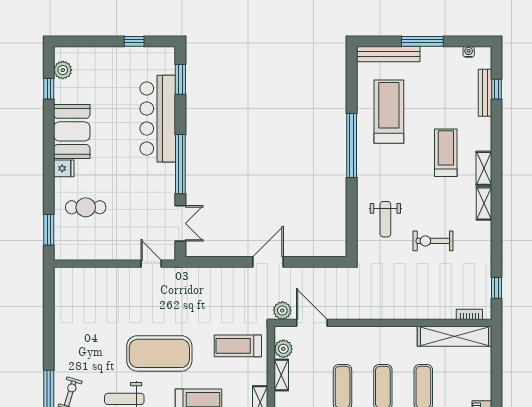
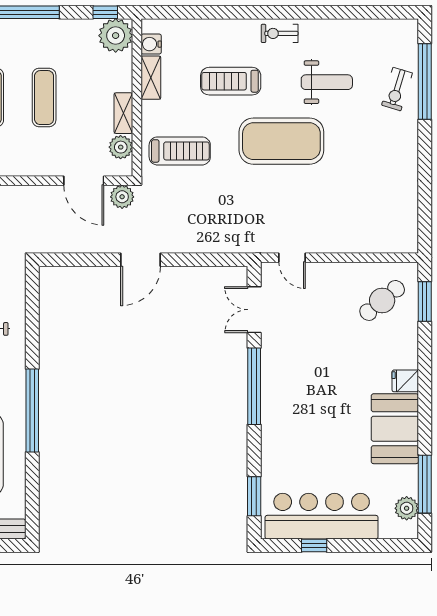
window: (49, 89) -> (425, 484), width x2.17
bar counter: (158, 119) -> (322, 516), moved, turned -90
cafe table: (86, 207) -> (382, 300), moved, turned -40

